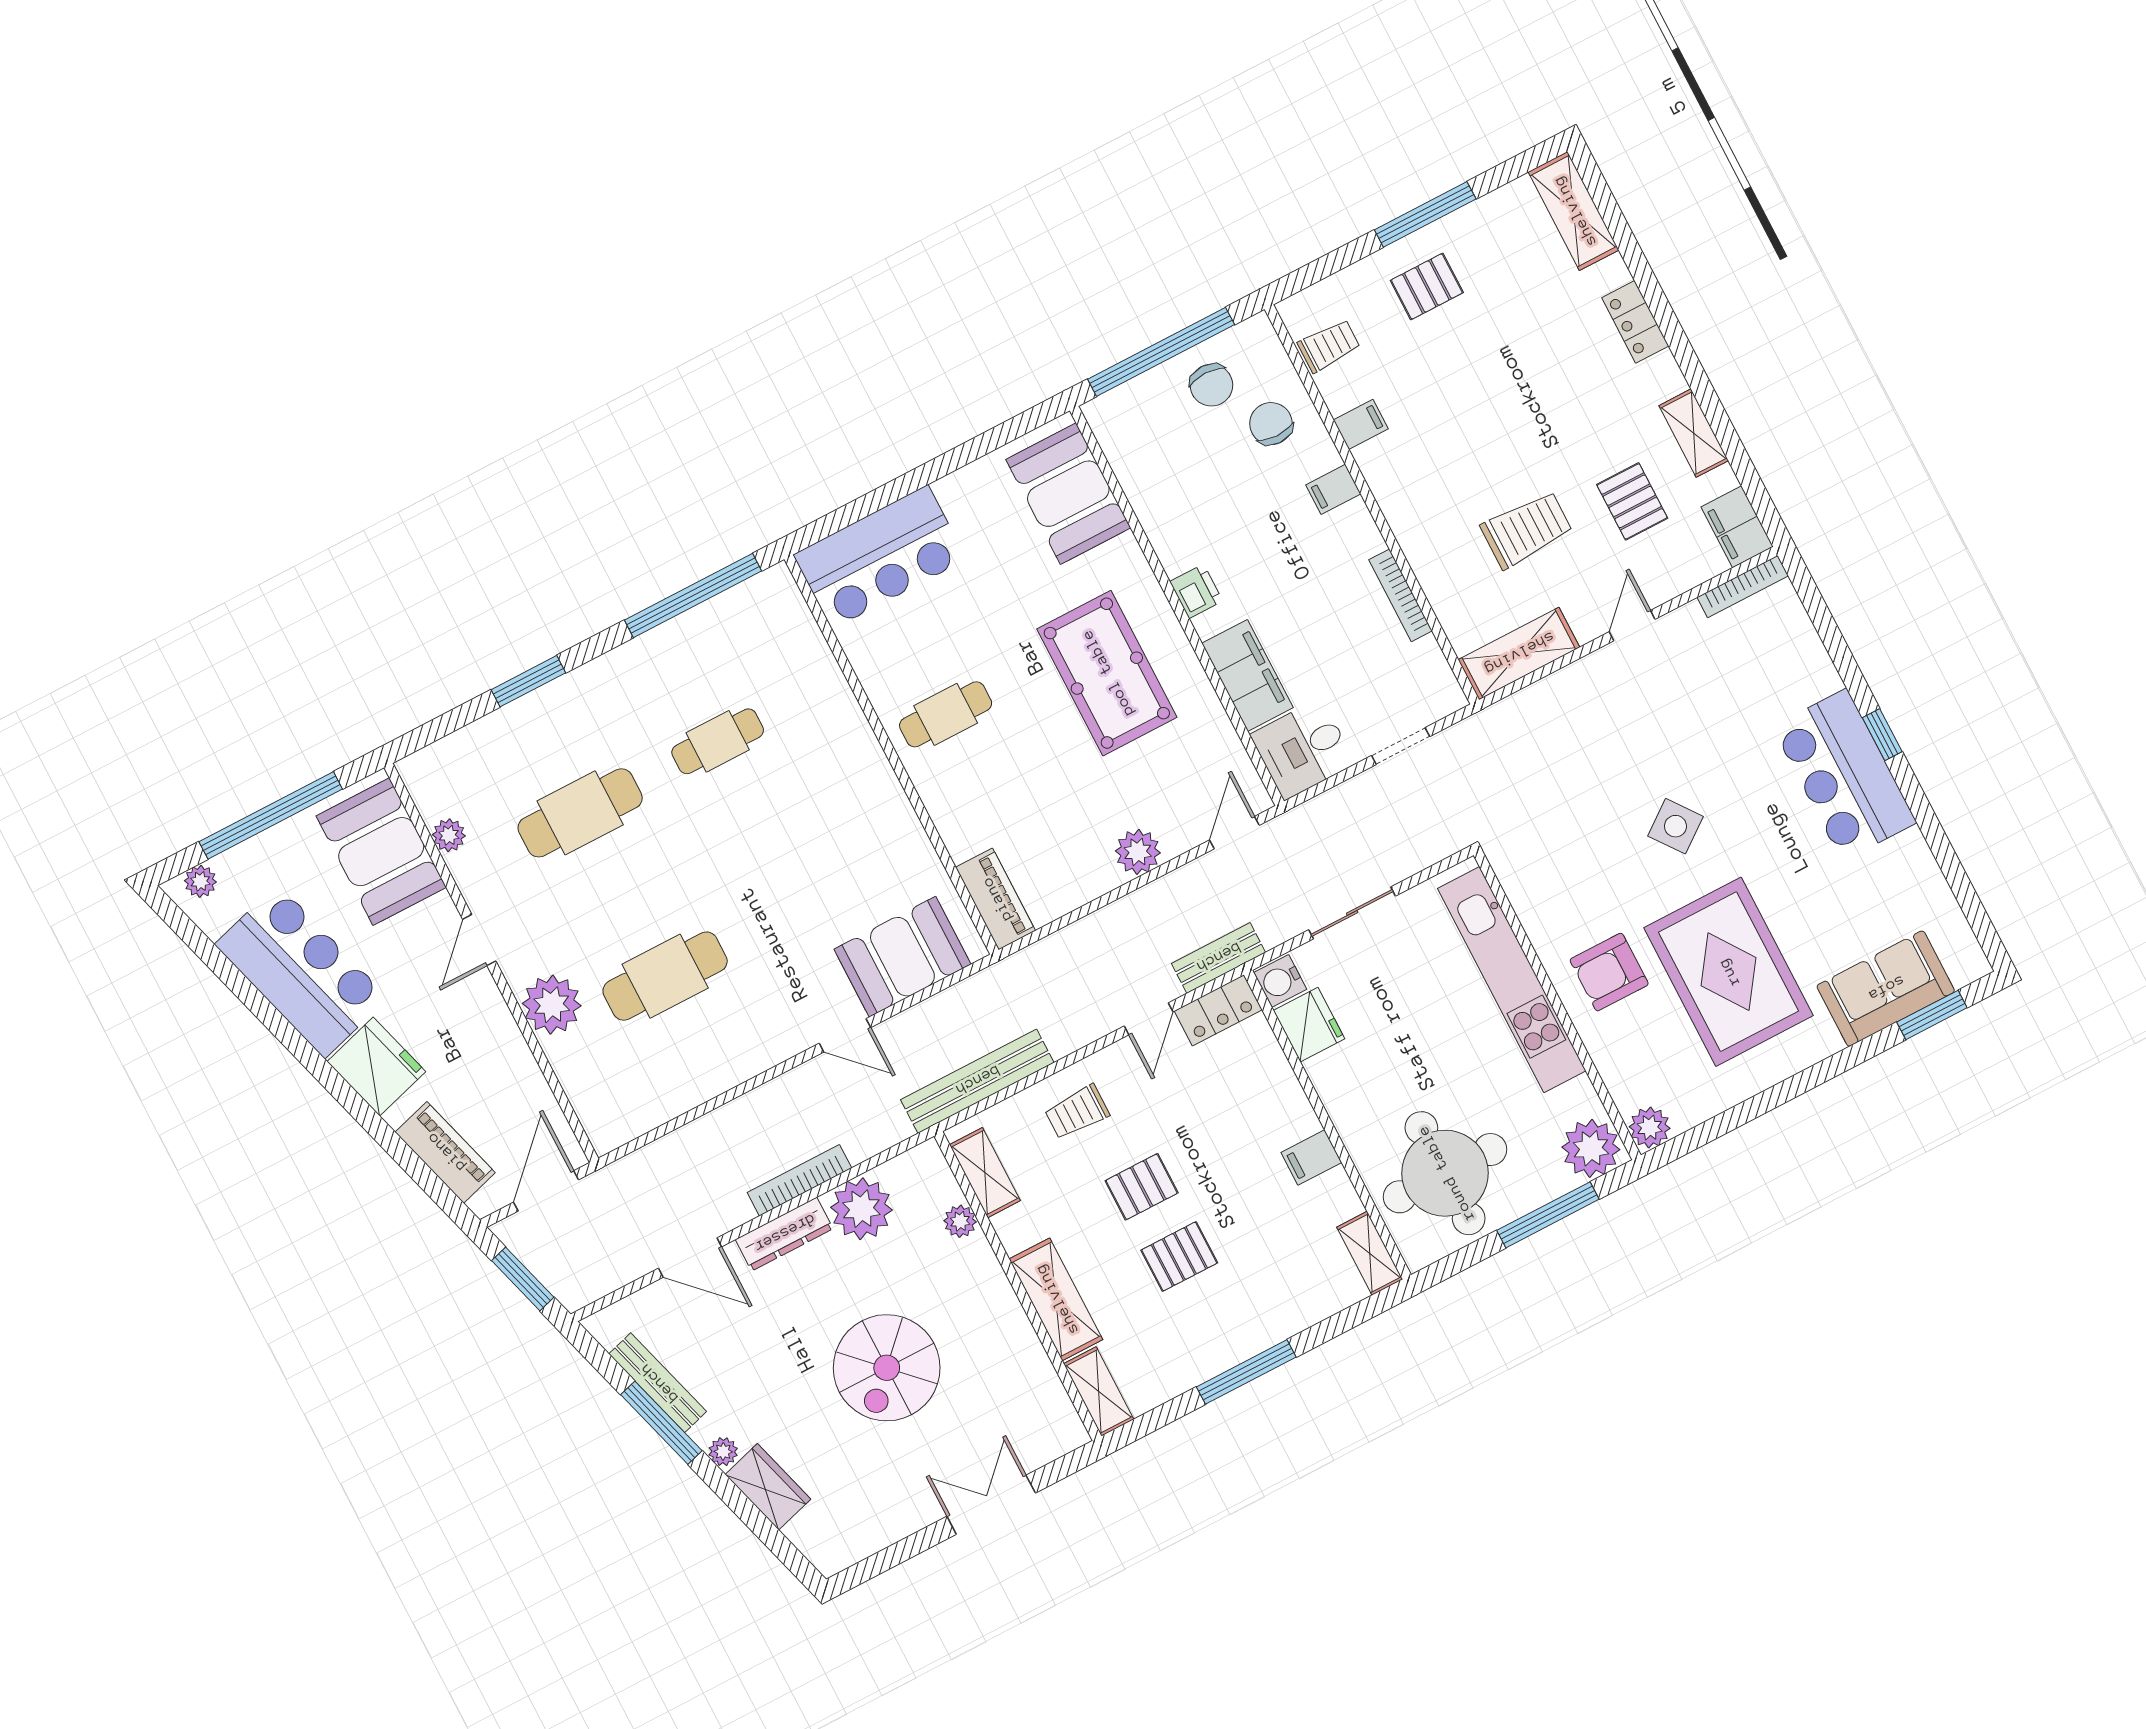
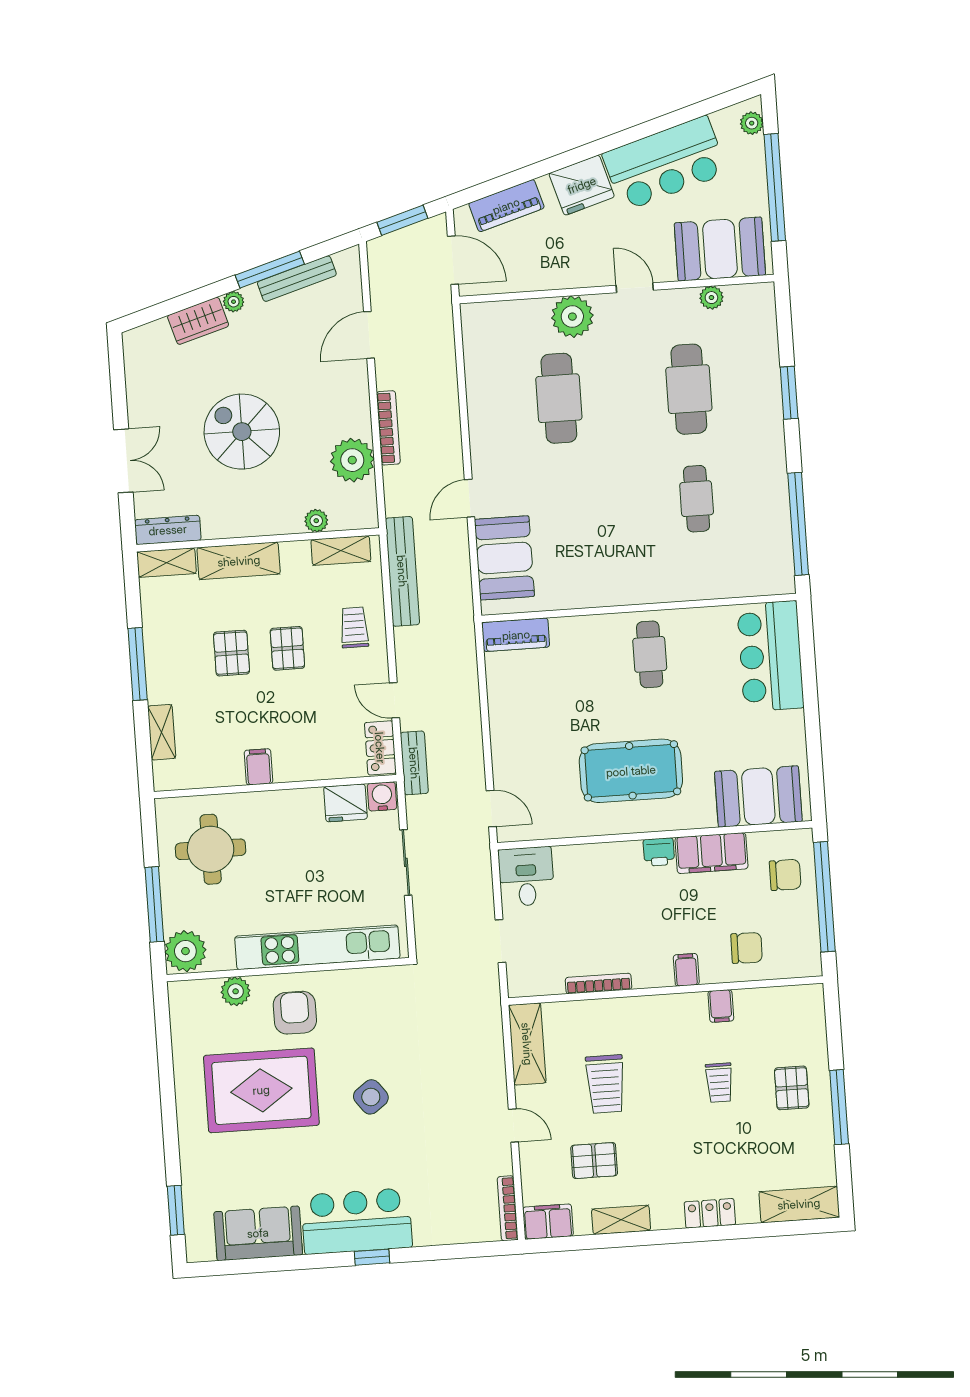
trolley: (1329, 346) -> (719, 1083), moved
chair: (1211, 385) -> (785, 875), moved, turned 180
filing cabinet: (1247, 675) -> (711, 853), moved
plant: (1138, 852) -> (506, 740), removed
sofa: (1886, 989) -> (258, 1233), moved, turned -90
plant: (1650, 1127) -> (236, 991), moved
round table: (1445, 1173) -> (211, 849), width x0.73, depth x0.73
dresser: (784, 1234) -> (168, 530), moved, turned 90
shelving: (1370, 1253) -> (162, 732), moved, turned 90

